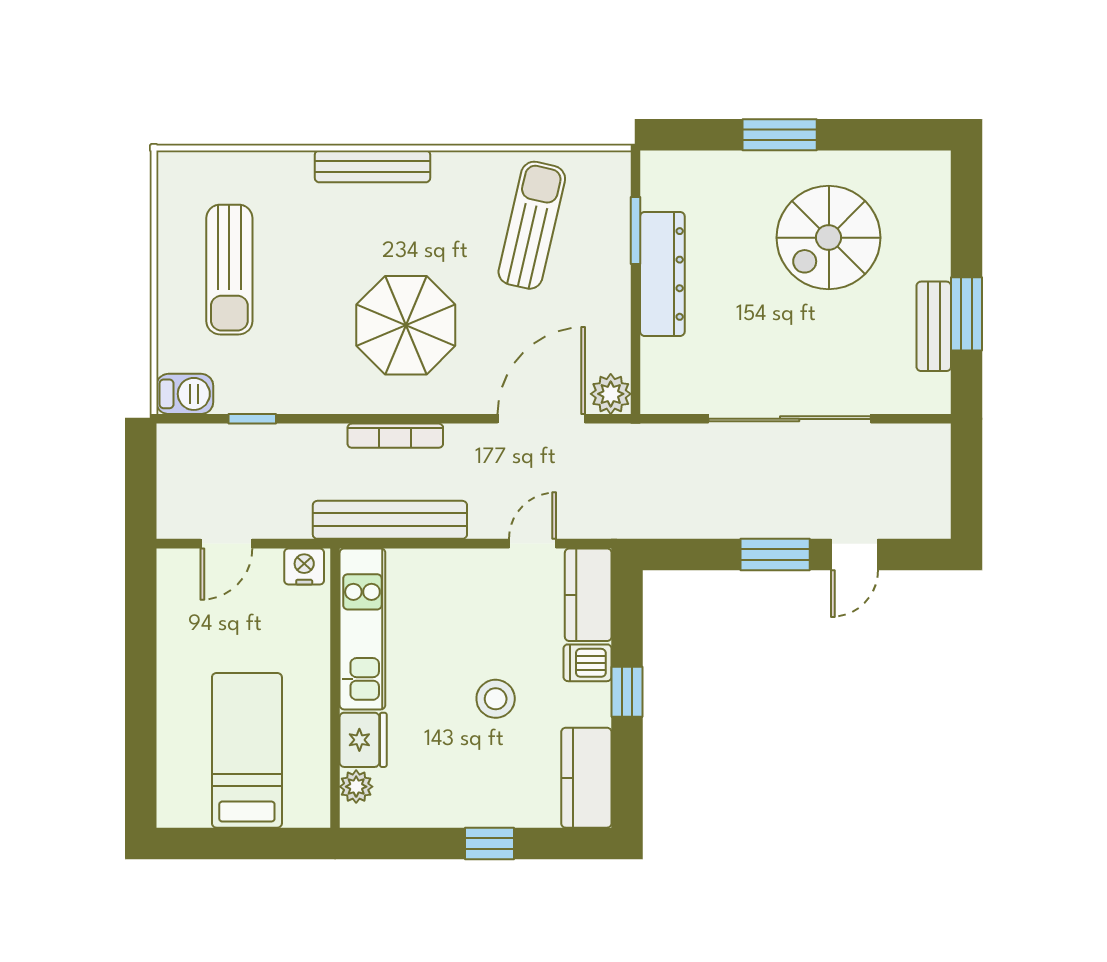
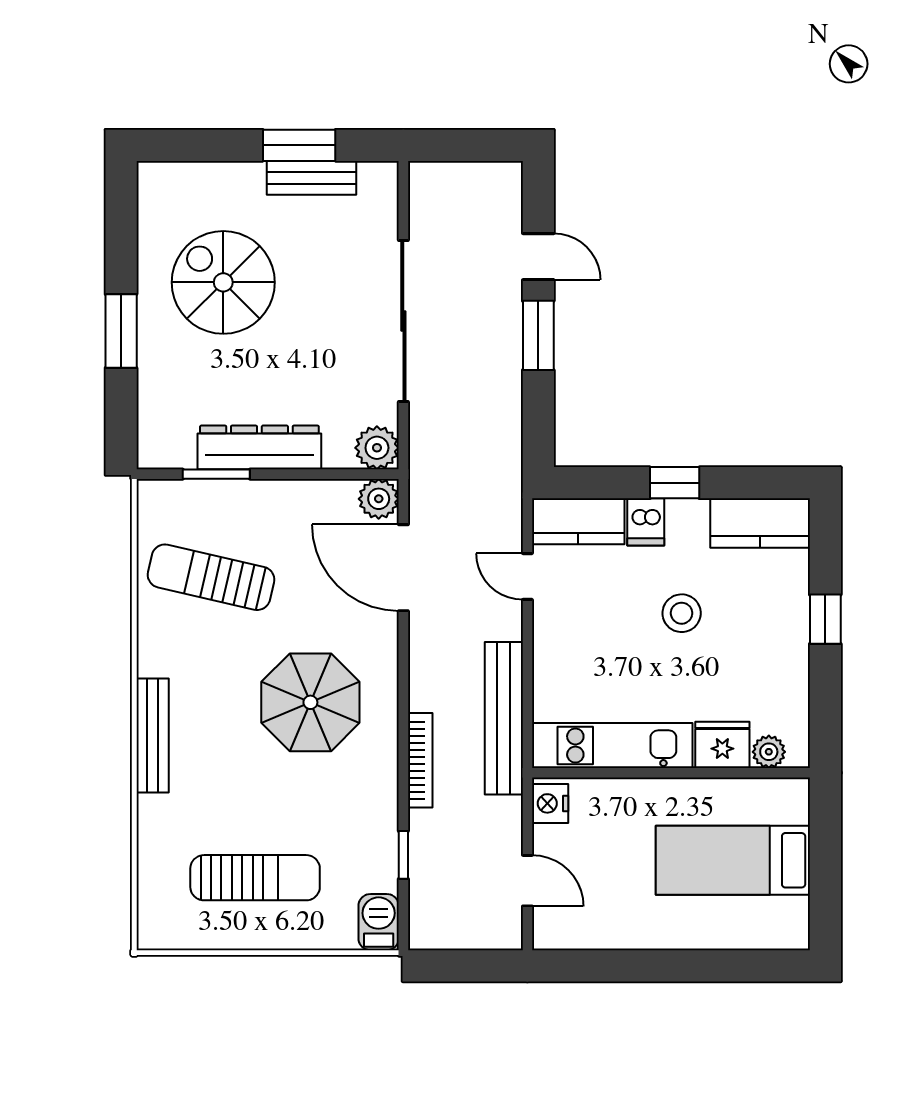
spiral stairs: (829, 238) -> (223, 282), turned 180
plant: (662, 392) -> (377, 448), added
bookcase: (395, 436) -> (420, 760), moved

